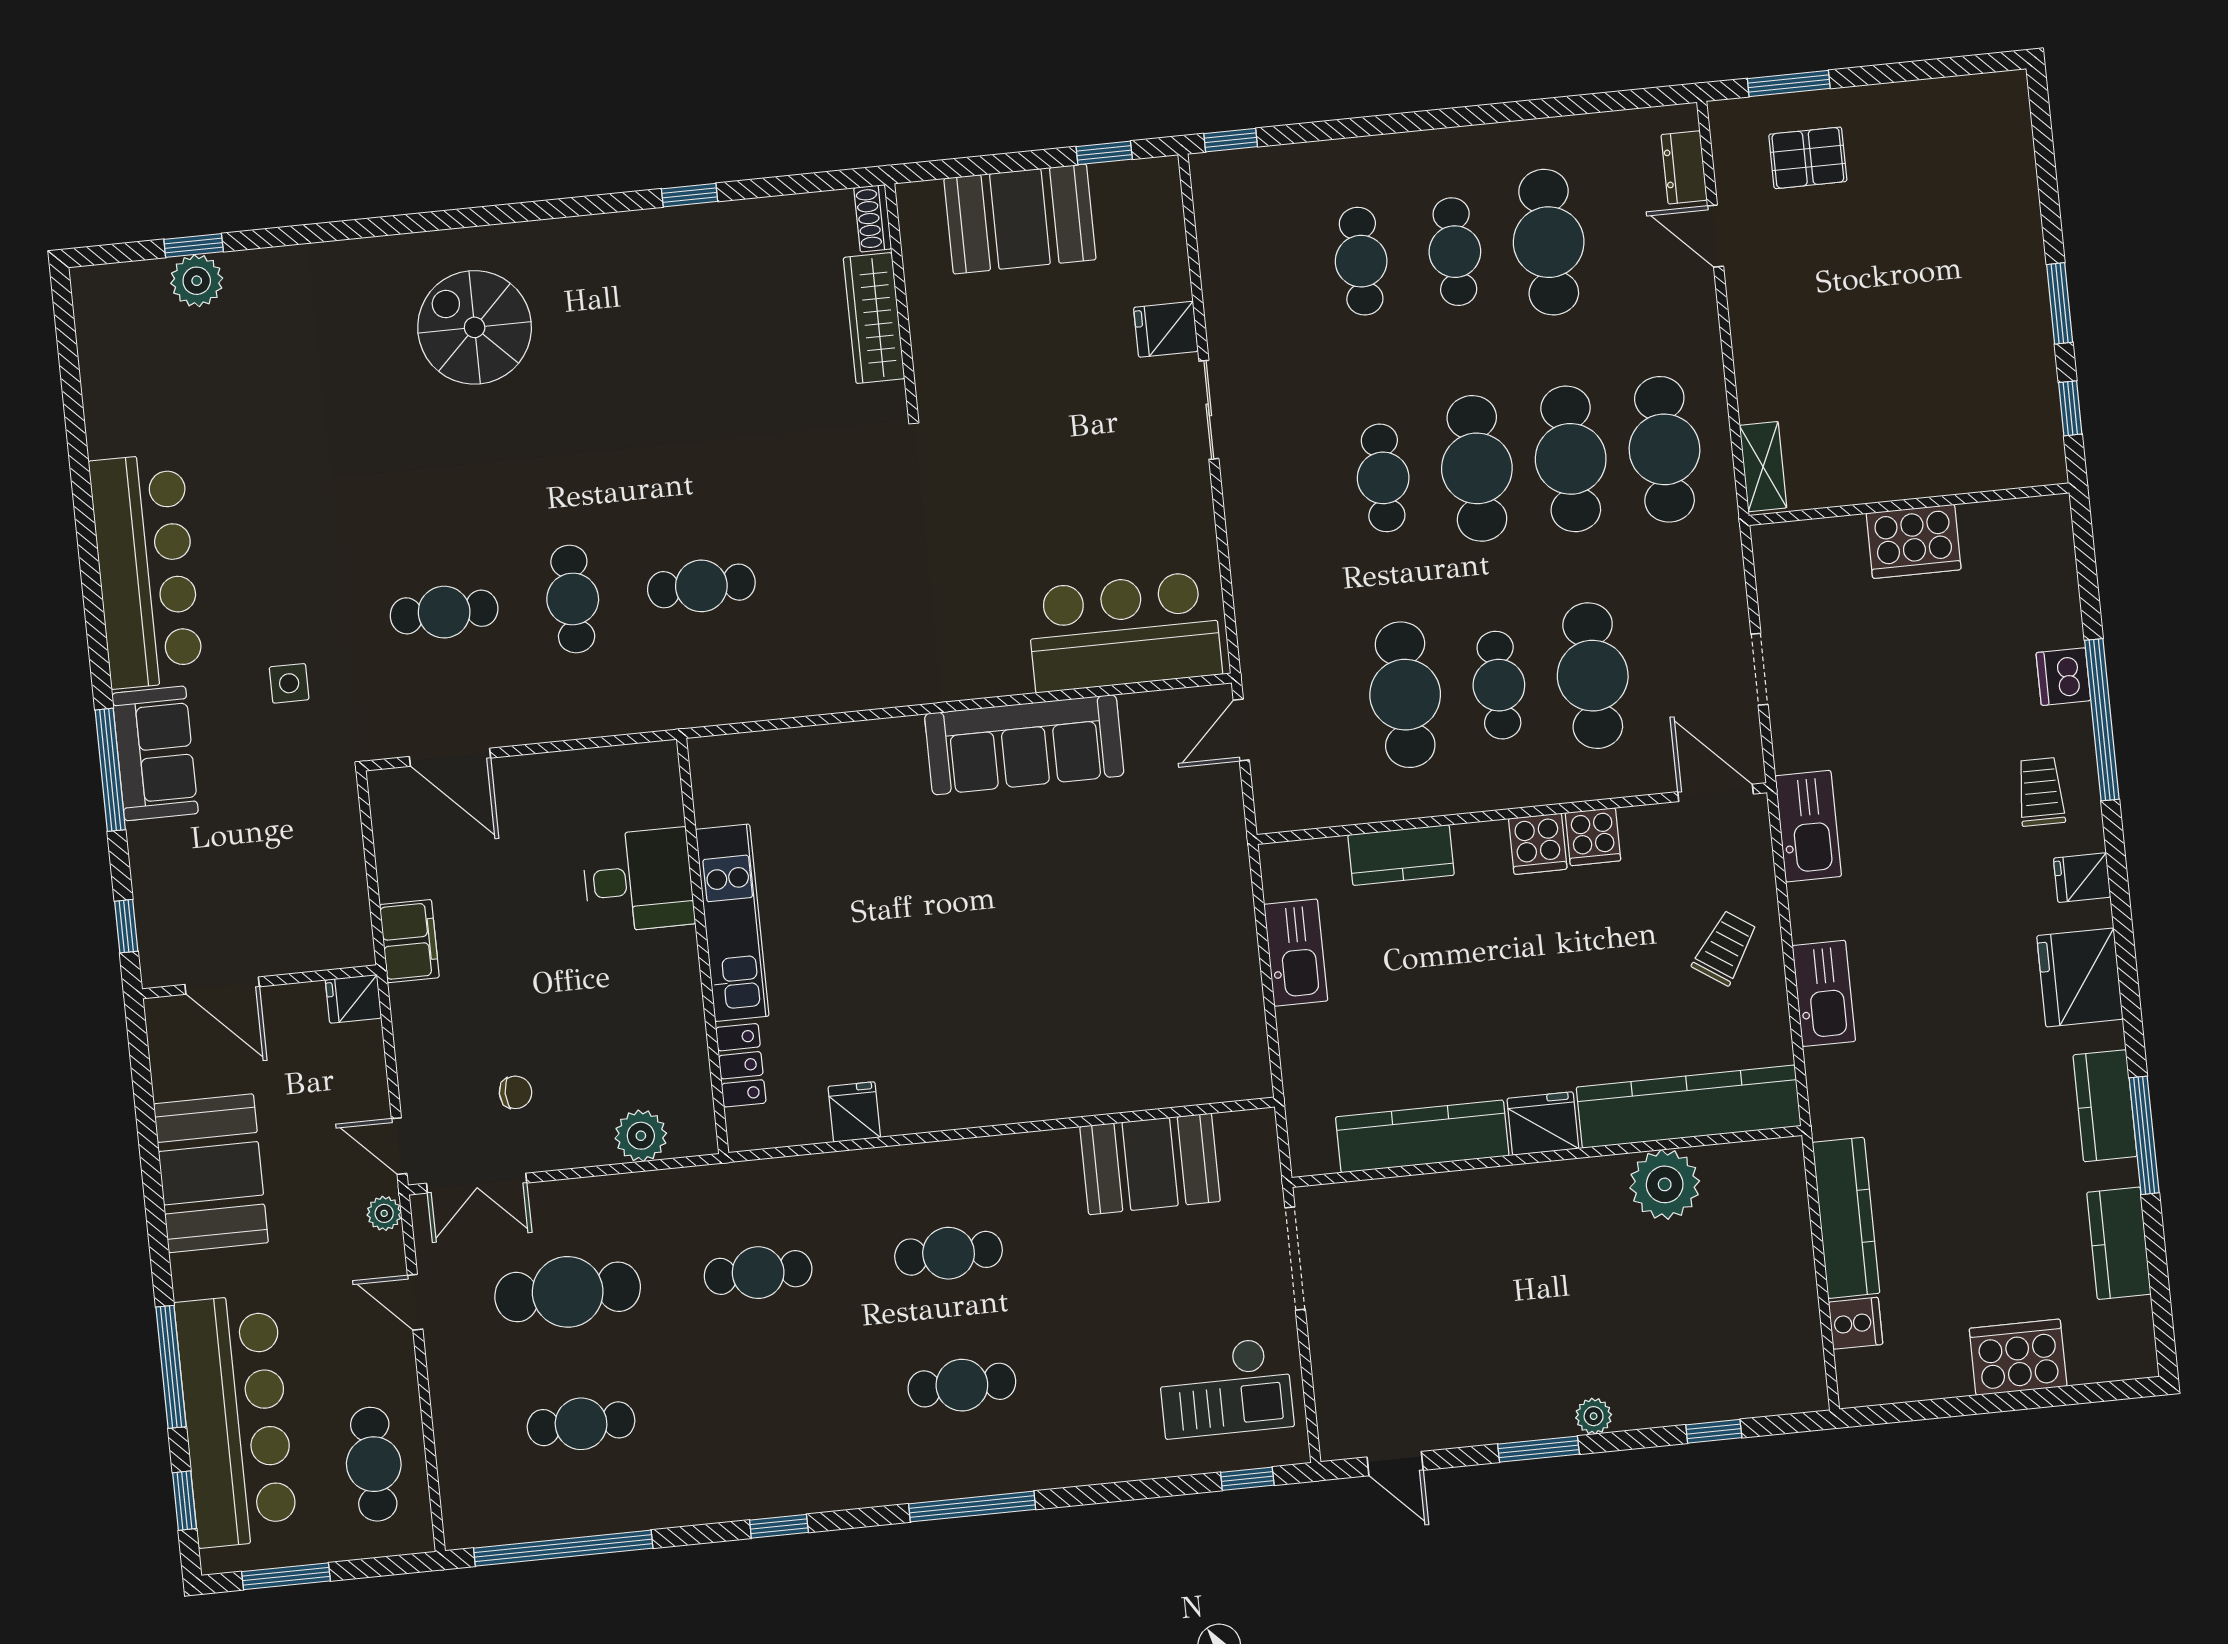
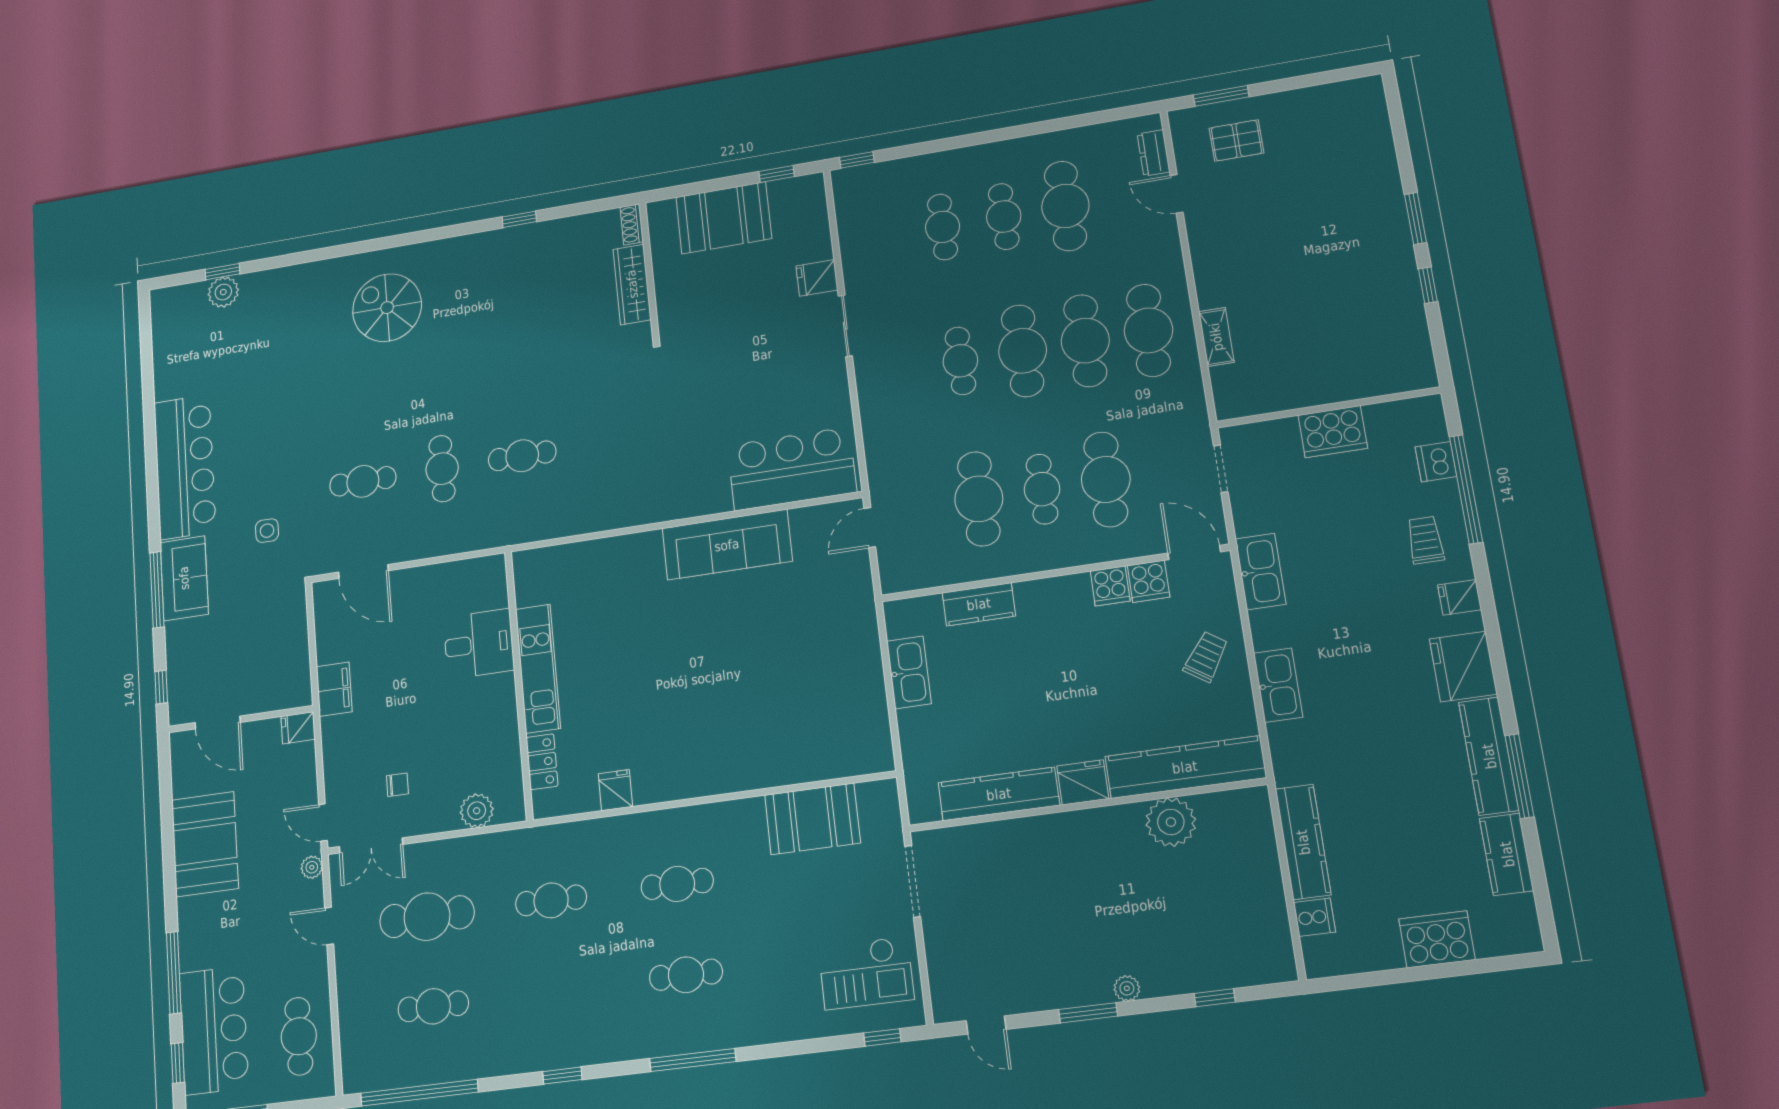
wall: (1909, 504) -> (1328, 407), moved
cooker: (1914, 541) -> (1333, 432), moved
cooker: (1538, 844) -> (1149, 581), moved
kitchen counter: (2105, 1106) -> (1489, 756), width x1.50
bar counter: (236, 1421) -> (214, 1030), width x0.73

